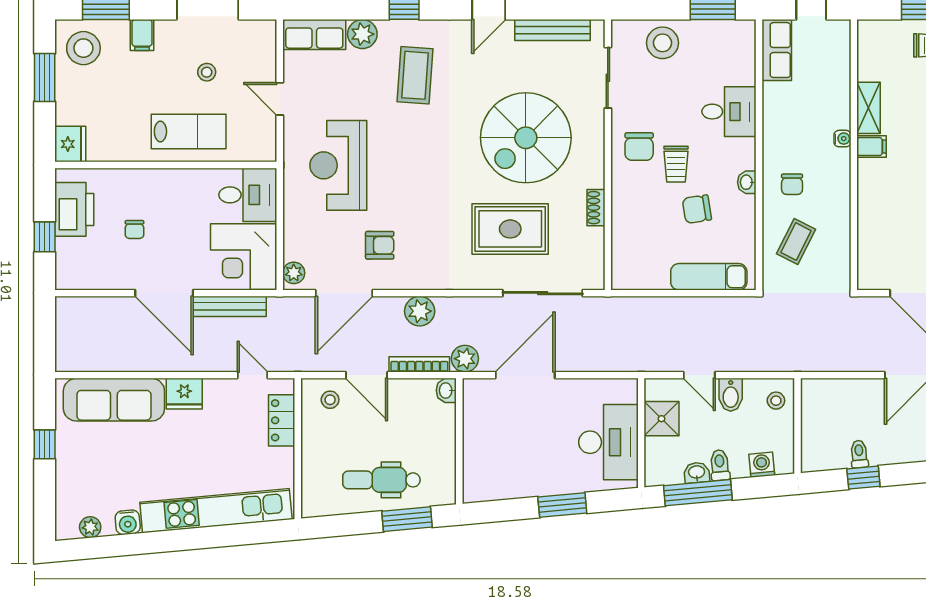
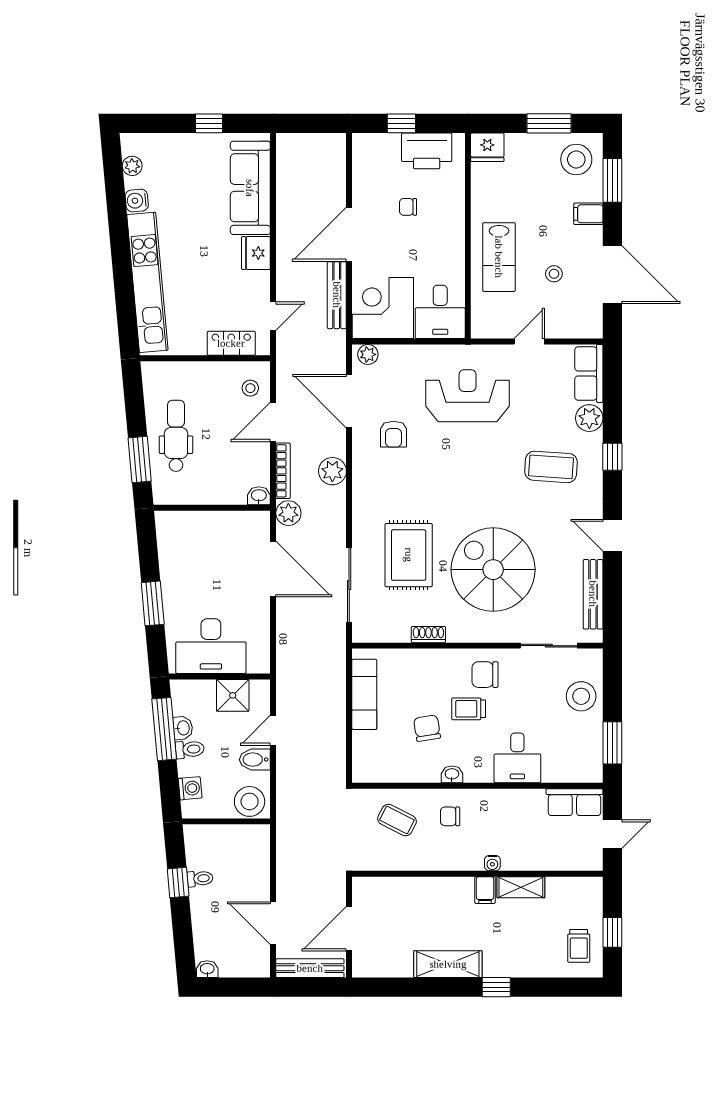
exam couch: (709, 277) -> (364, 694), moved
stool: (776, 401) -> (250, 801), width x1.89, depth x1.89

